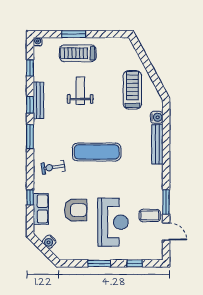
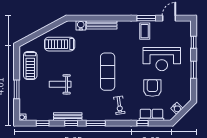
treadmill: (78, 53) -> (30, 65), moved
coffee table: (150, 215) -> (145, 31), moved
reception desk: (113, 222) -> (162, 59), turned 180

